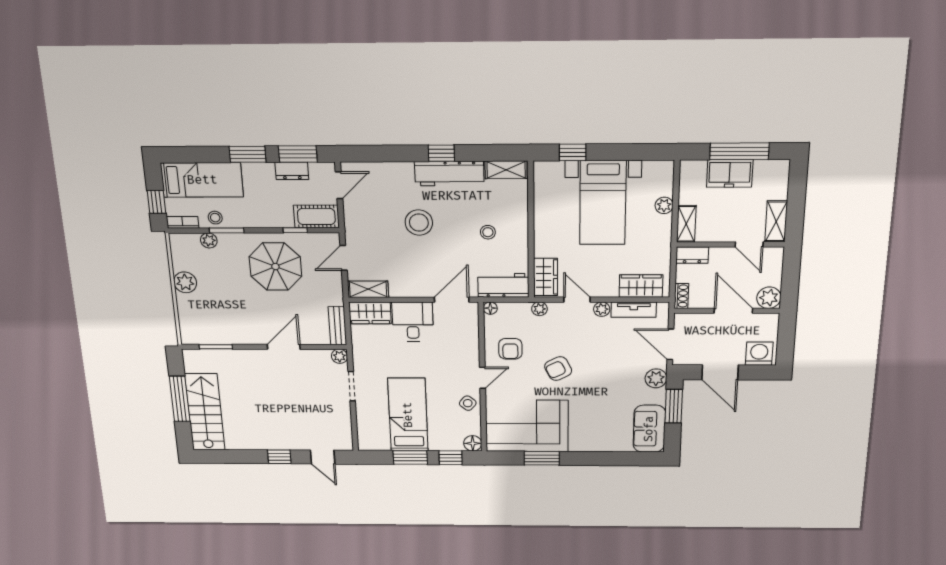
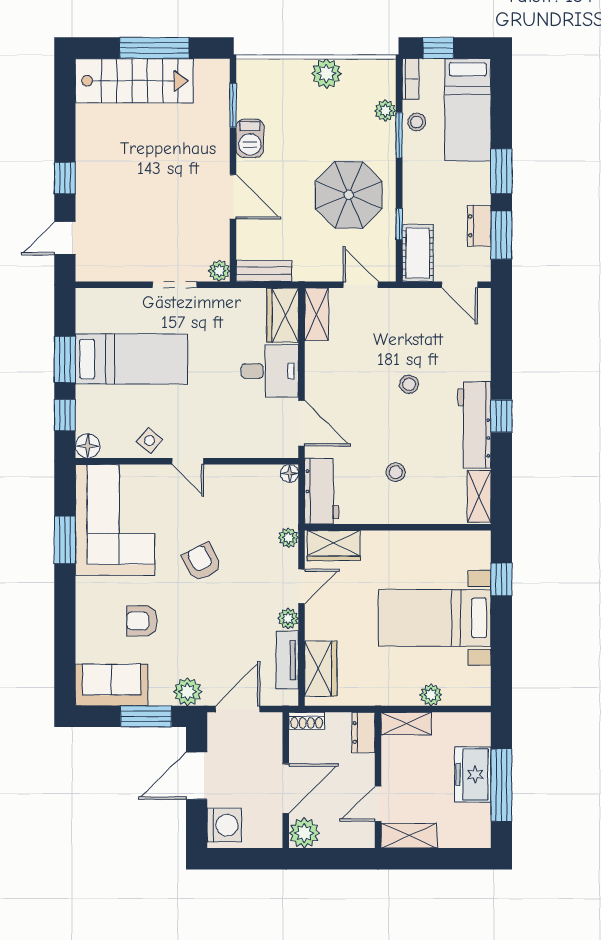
stool: (419, 223) -> (409, 384), width x0.53, depth x0.53
barbecue: (239, 335) -> (250, 138), added
armchair: (510, 349) -> (142, 621), moved

